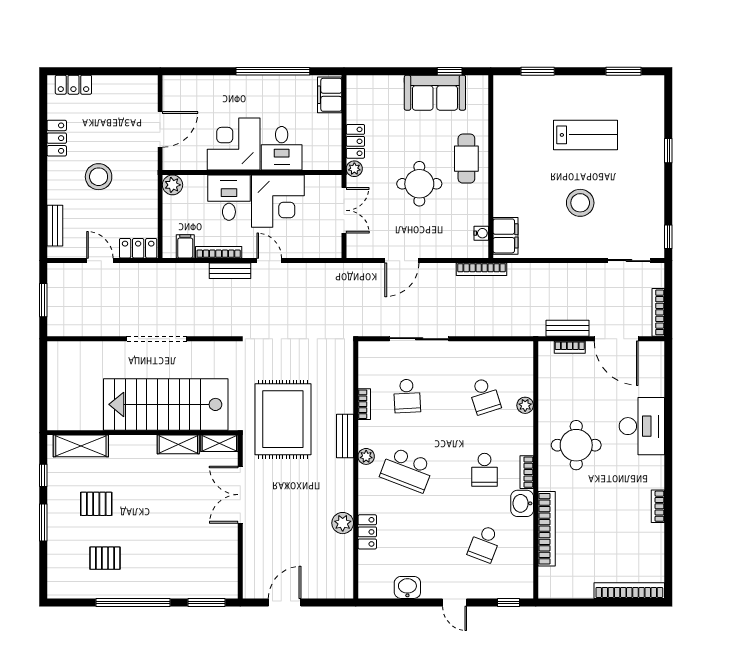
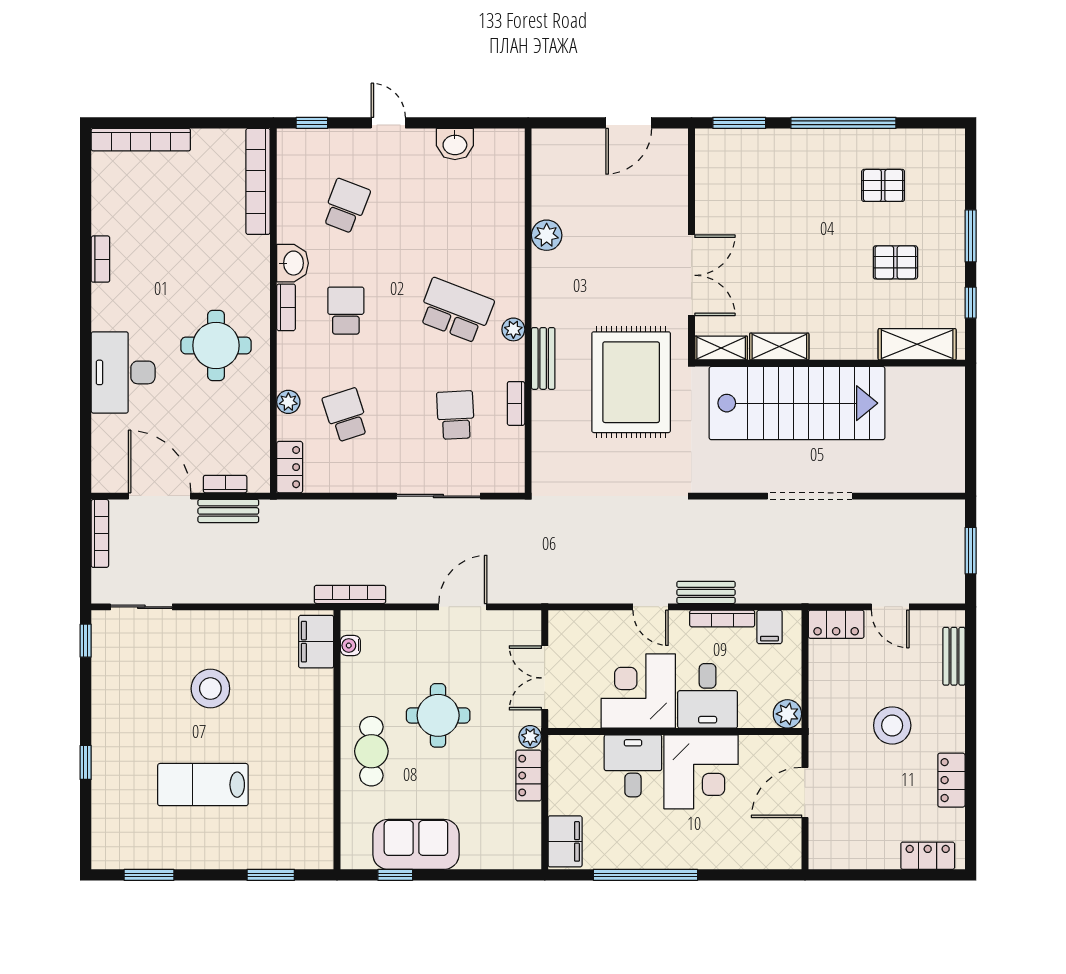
bookcase: (547, 529) -> (258, 181), moved
locker: (367, 532) -> (290, 467), moved, turned 180

